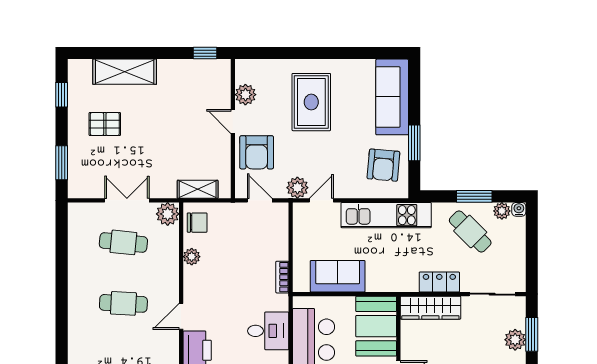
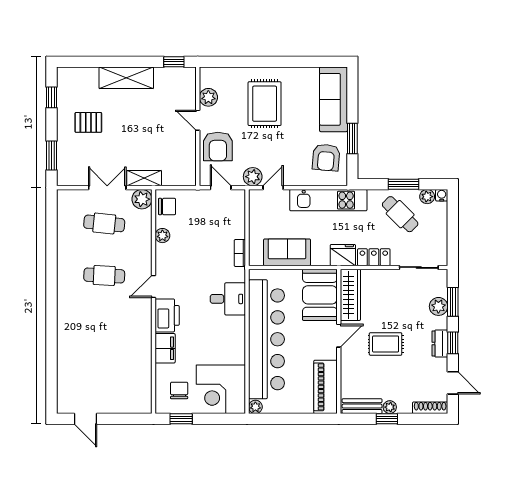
shelving: (125, 72) -> (126, 78), moved
shelving: (198, 189) -> (144, 178), moved
fridge: (403, 279) -> (343, 255), added
wardrobe: (430, 308) -> (350, 295), moved, turned -90

